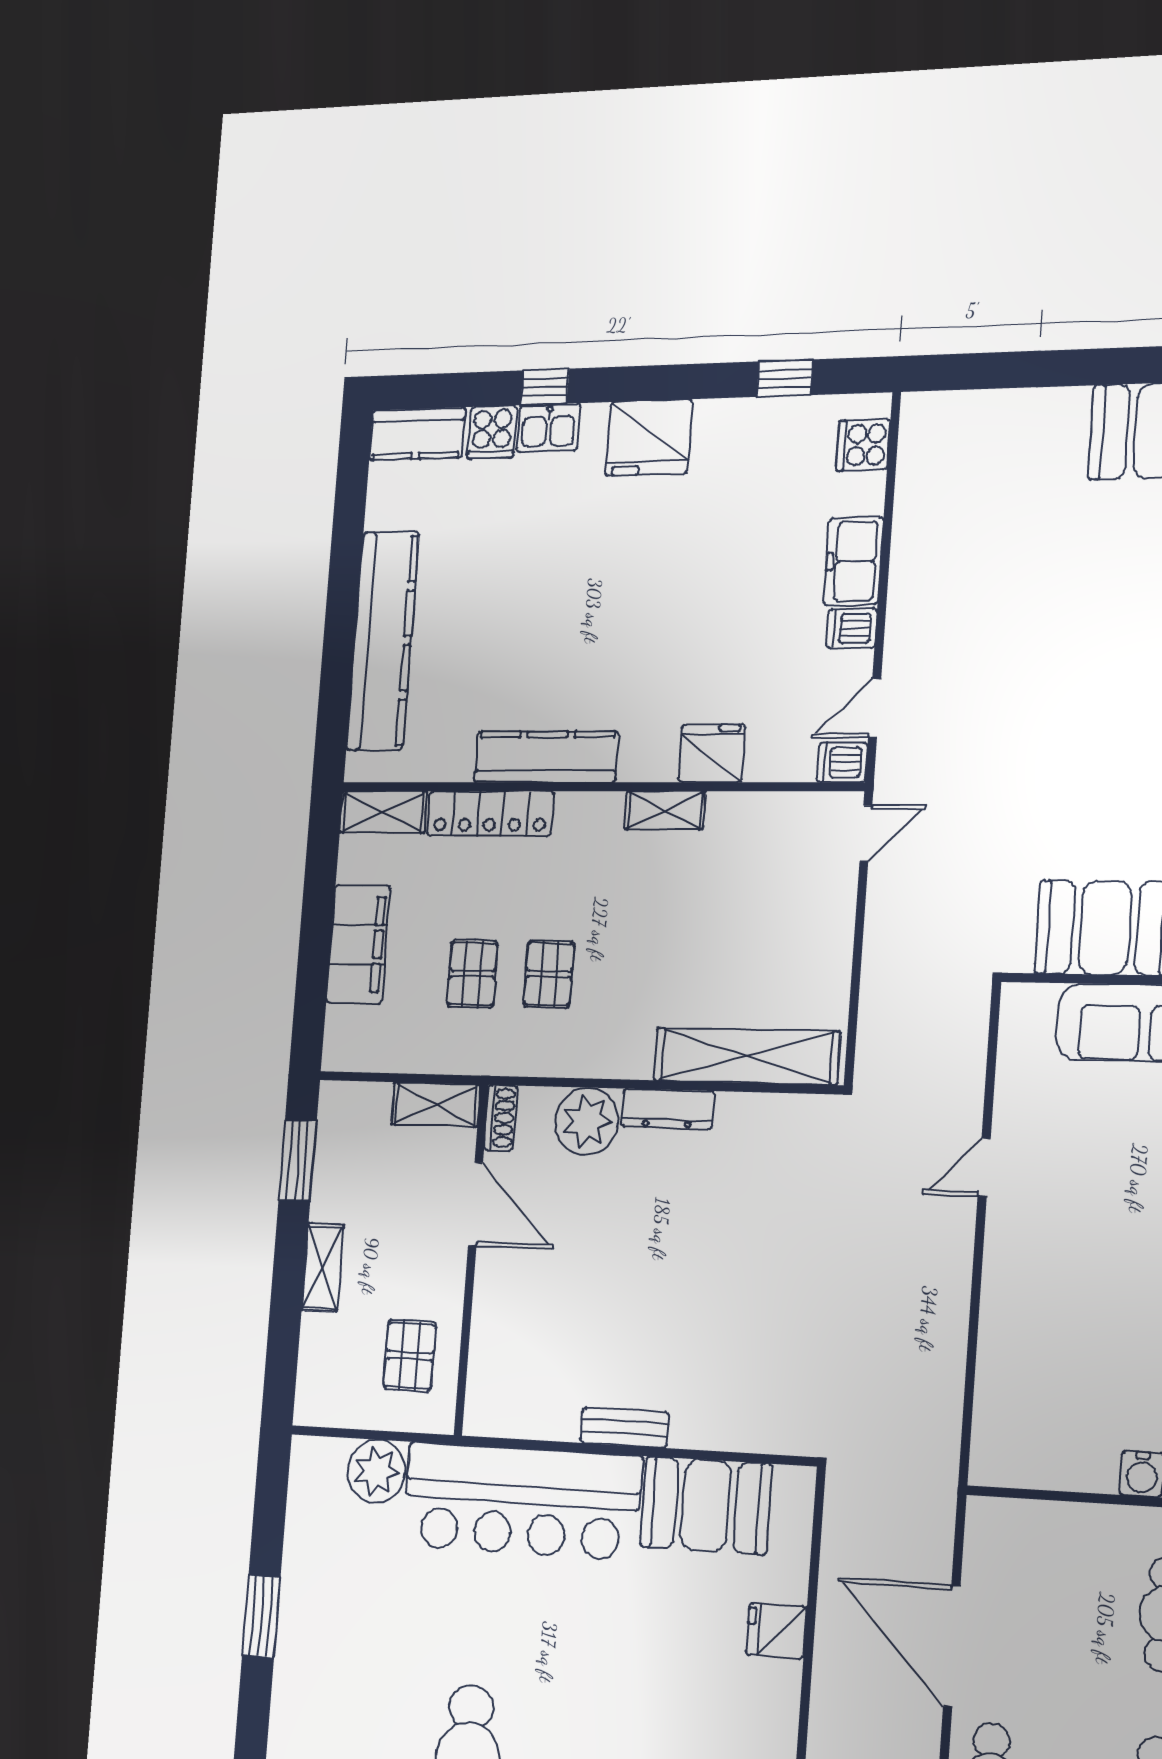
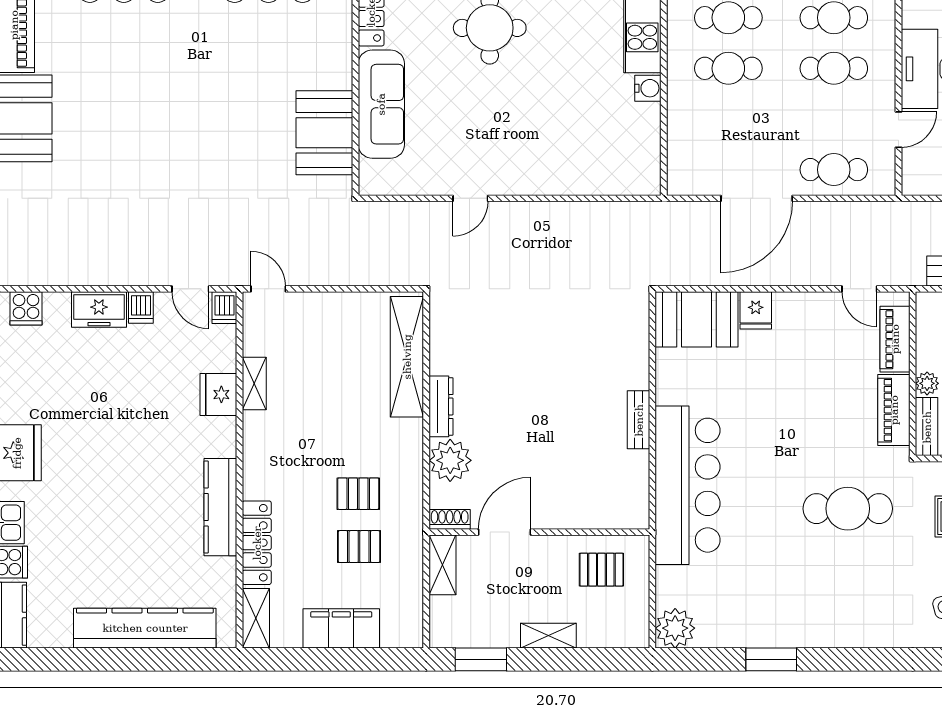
shelving: (665, 810) -> (254, 384), moved
door: (984, 1167) -> (470, 198), hinge flipped
plant: (376, 1471) -> (675, 628), moved
booth: (706, 1505) -> (697, 319), moved, turned 90

